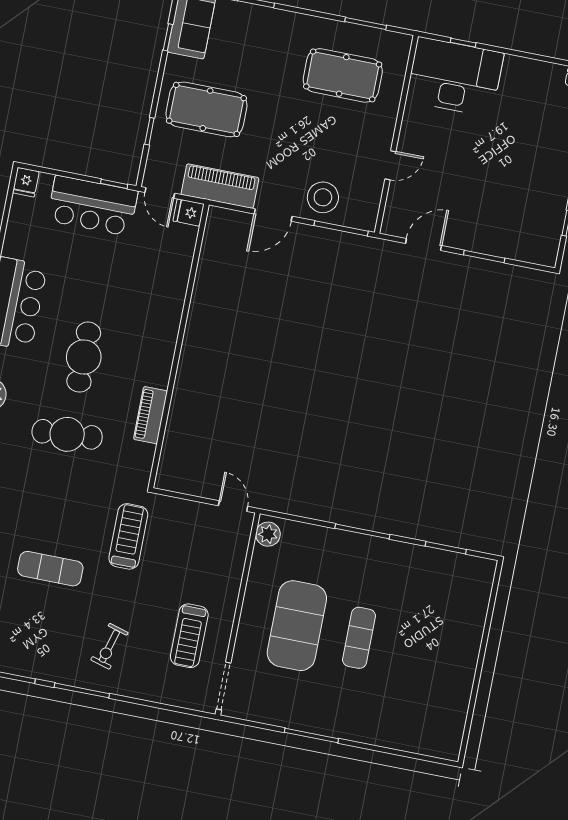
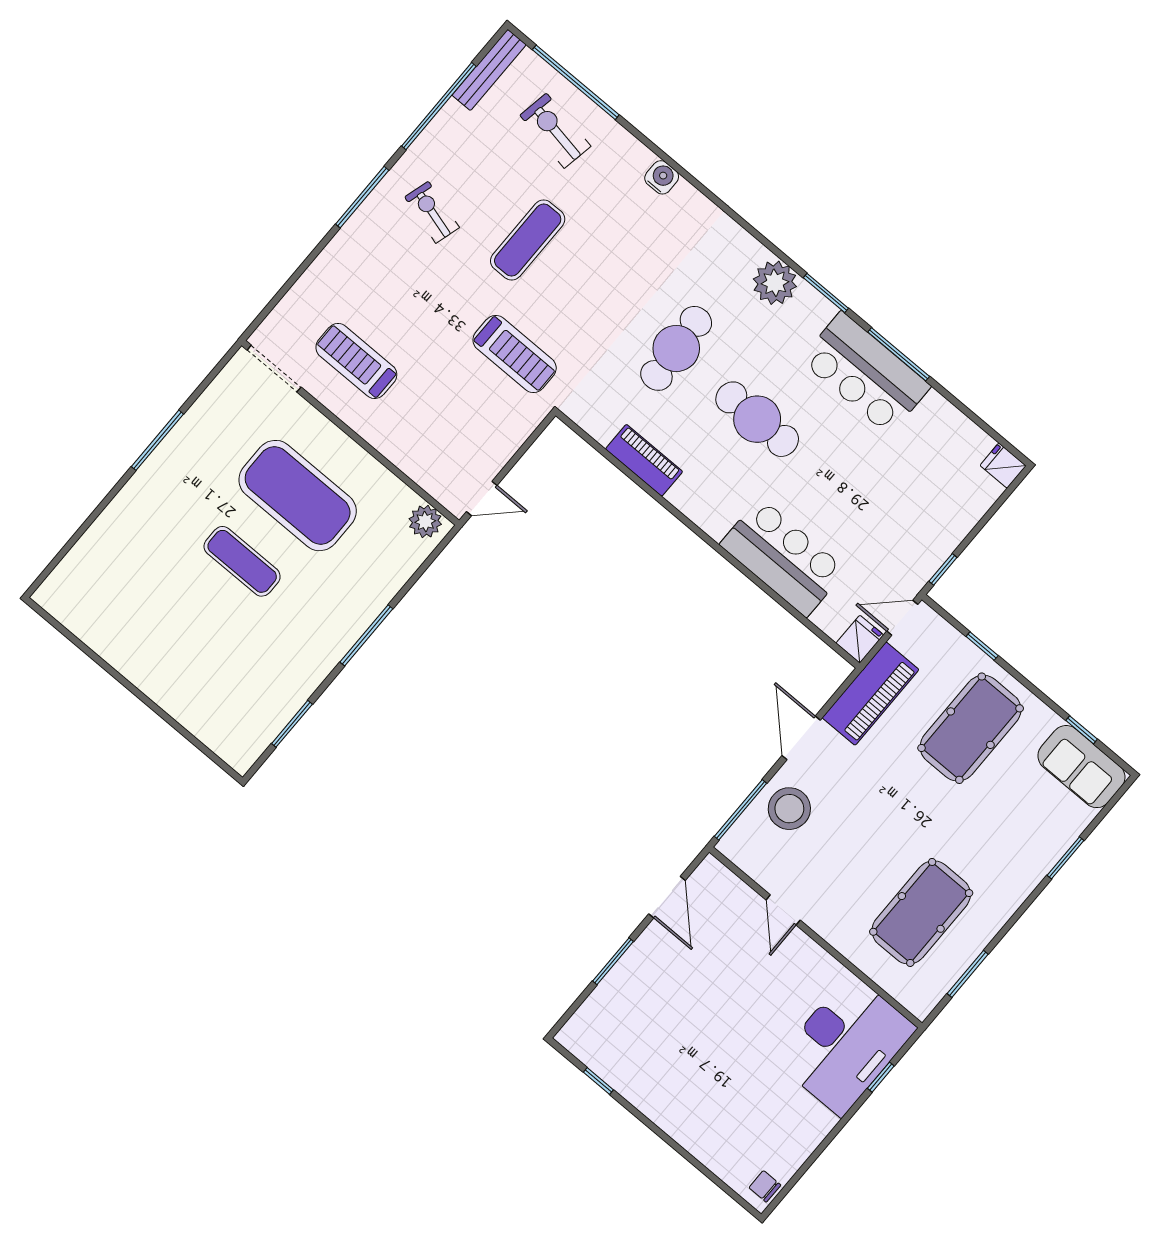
bar counter: (92, 206) -> (783, 557), moved, turned 90
exercise bike: (109, 646) -> (432, 212), moved

